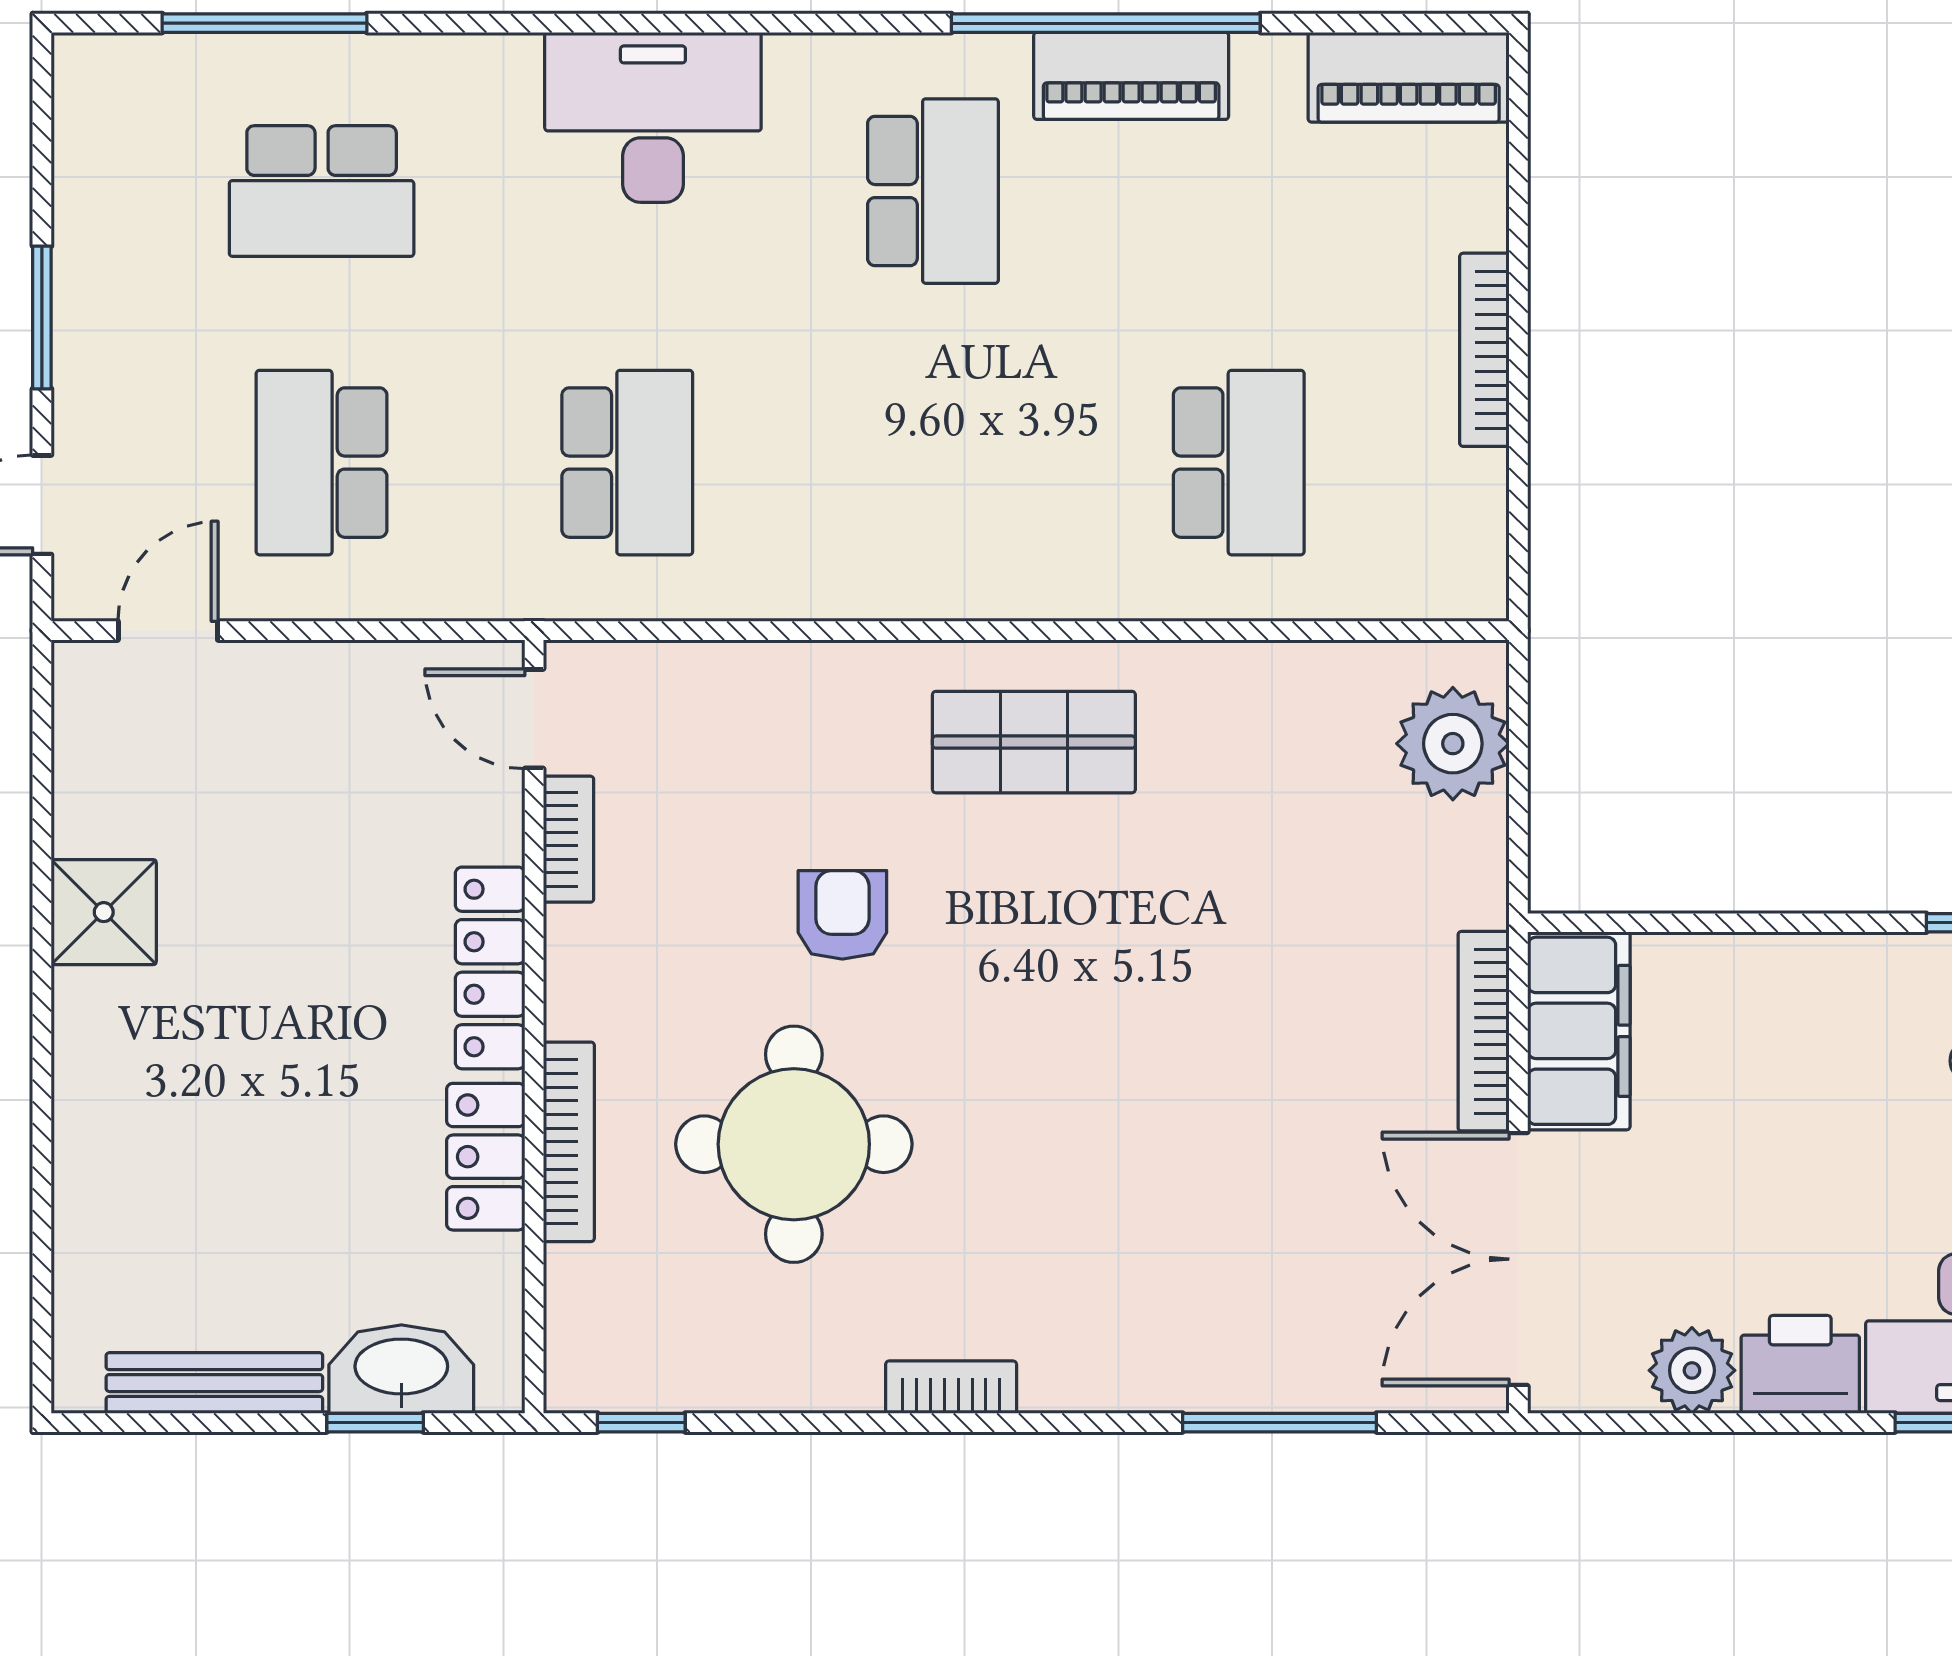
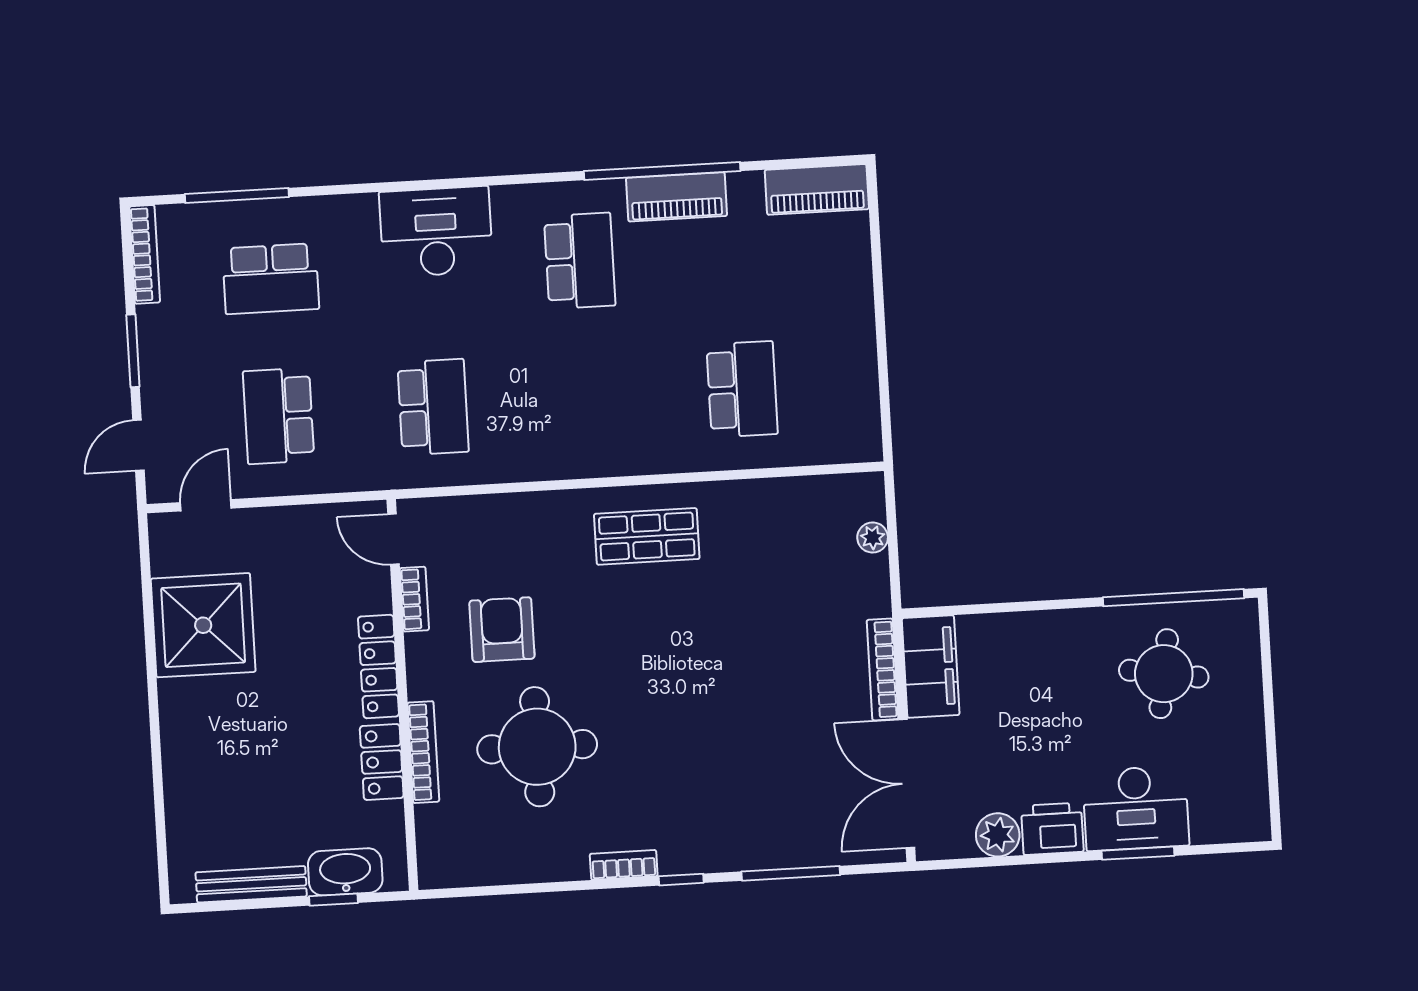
bookcase: (1484, 350) -> (145, 254), moved, turned 180
plant: (1453, 744) -> (873, 538), width x0.53, depth x0.53
shower: (104, 912) -> (203, 625), width x1.86, depth x1.86
armchair: (842, 915) -> (502, 630), moved, width x1.38, depth x1.38
window: (641, 1423) -> (681, 880), moved

